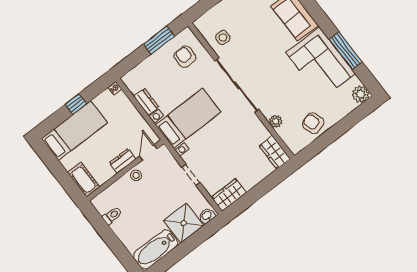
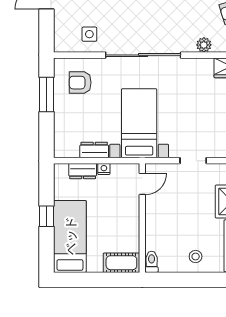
nightstand: (115, 88) -> (104, 169), moved
door: (148, 152) -> (142, 184), swing flipped
dresser: (123, 161) -> (83, 171), moved, turned -90
stool: (136, 175) -> (196, 256), moved
toilet: (112, 216) -> (152, 262), moved

